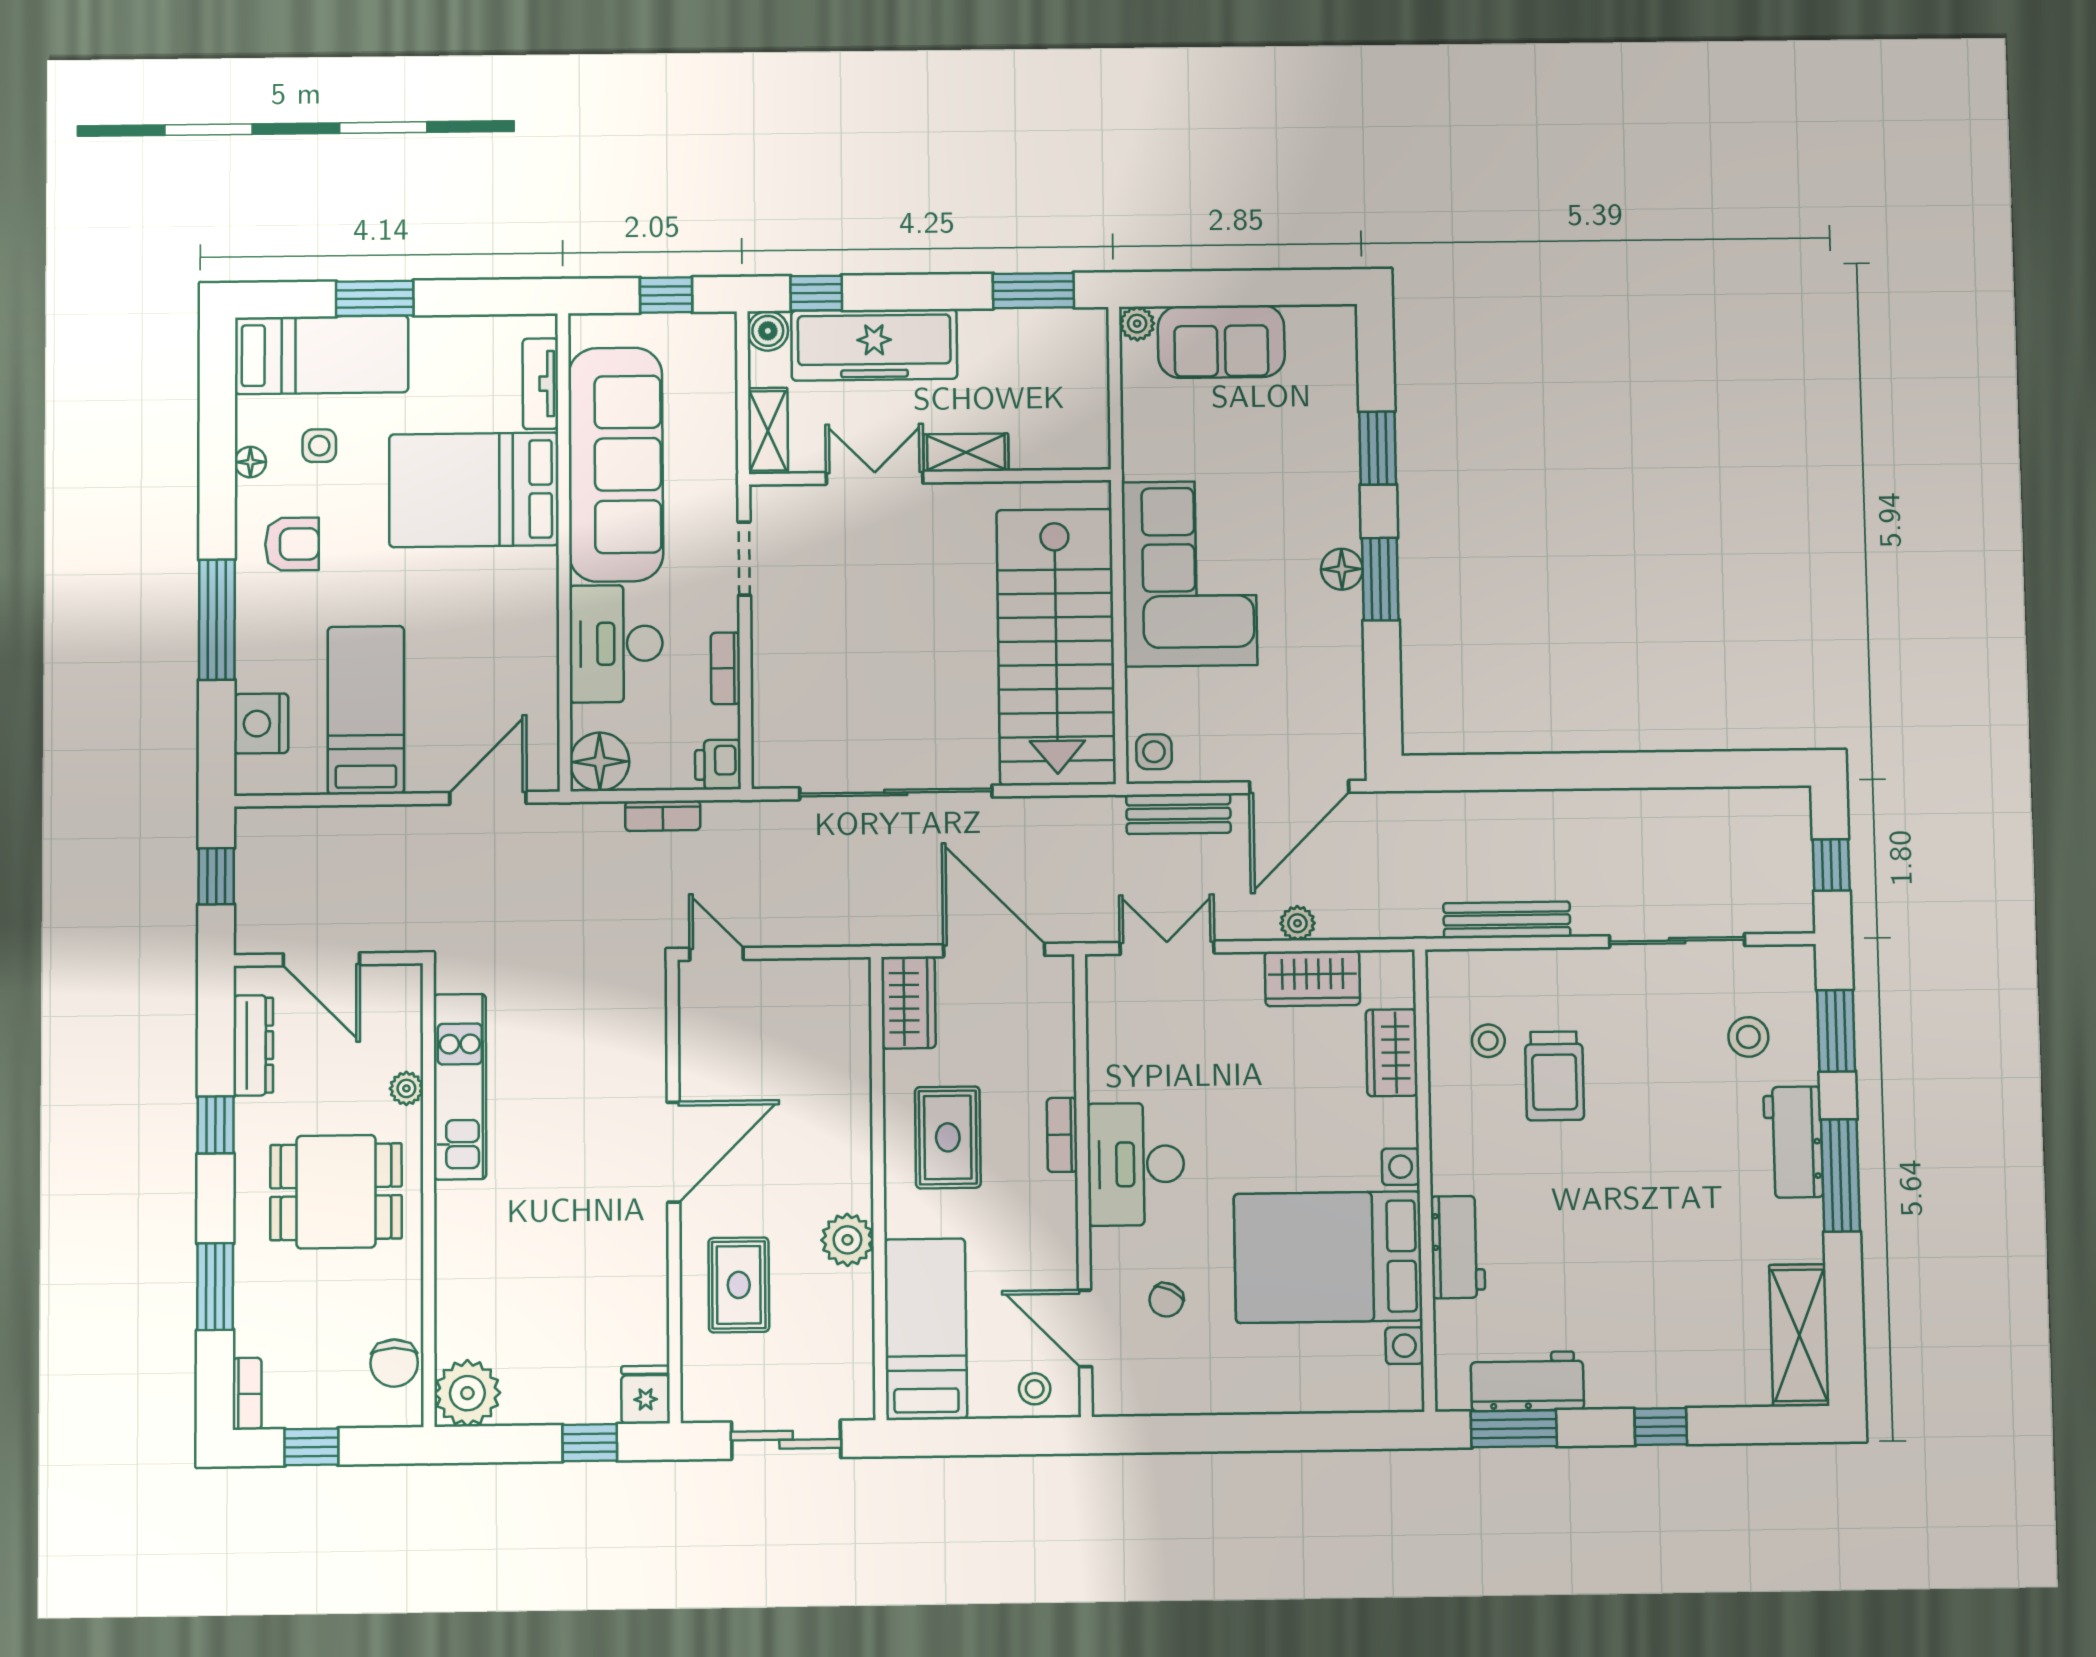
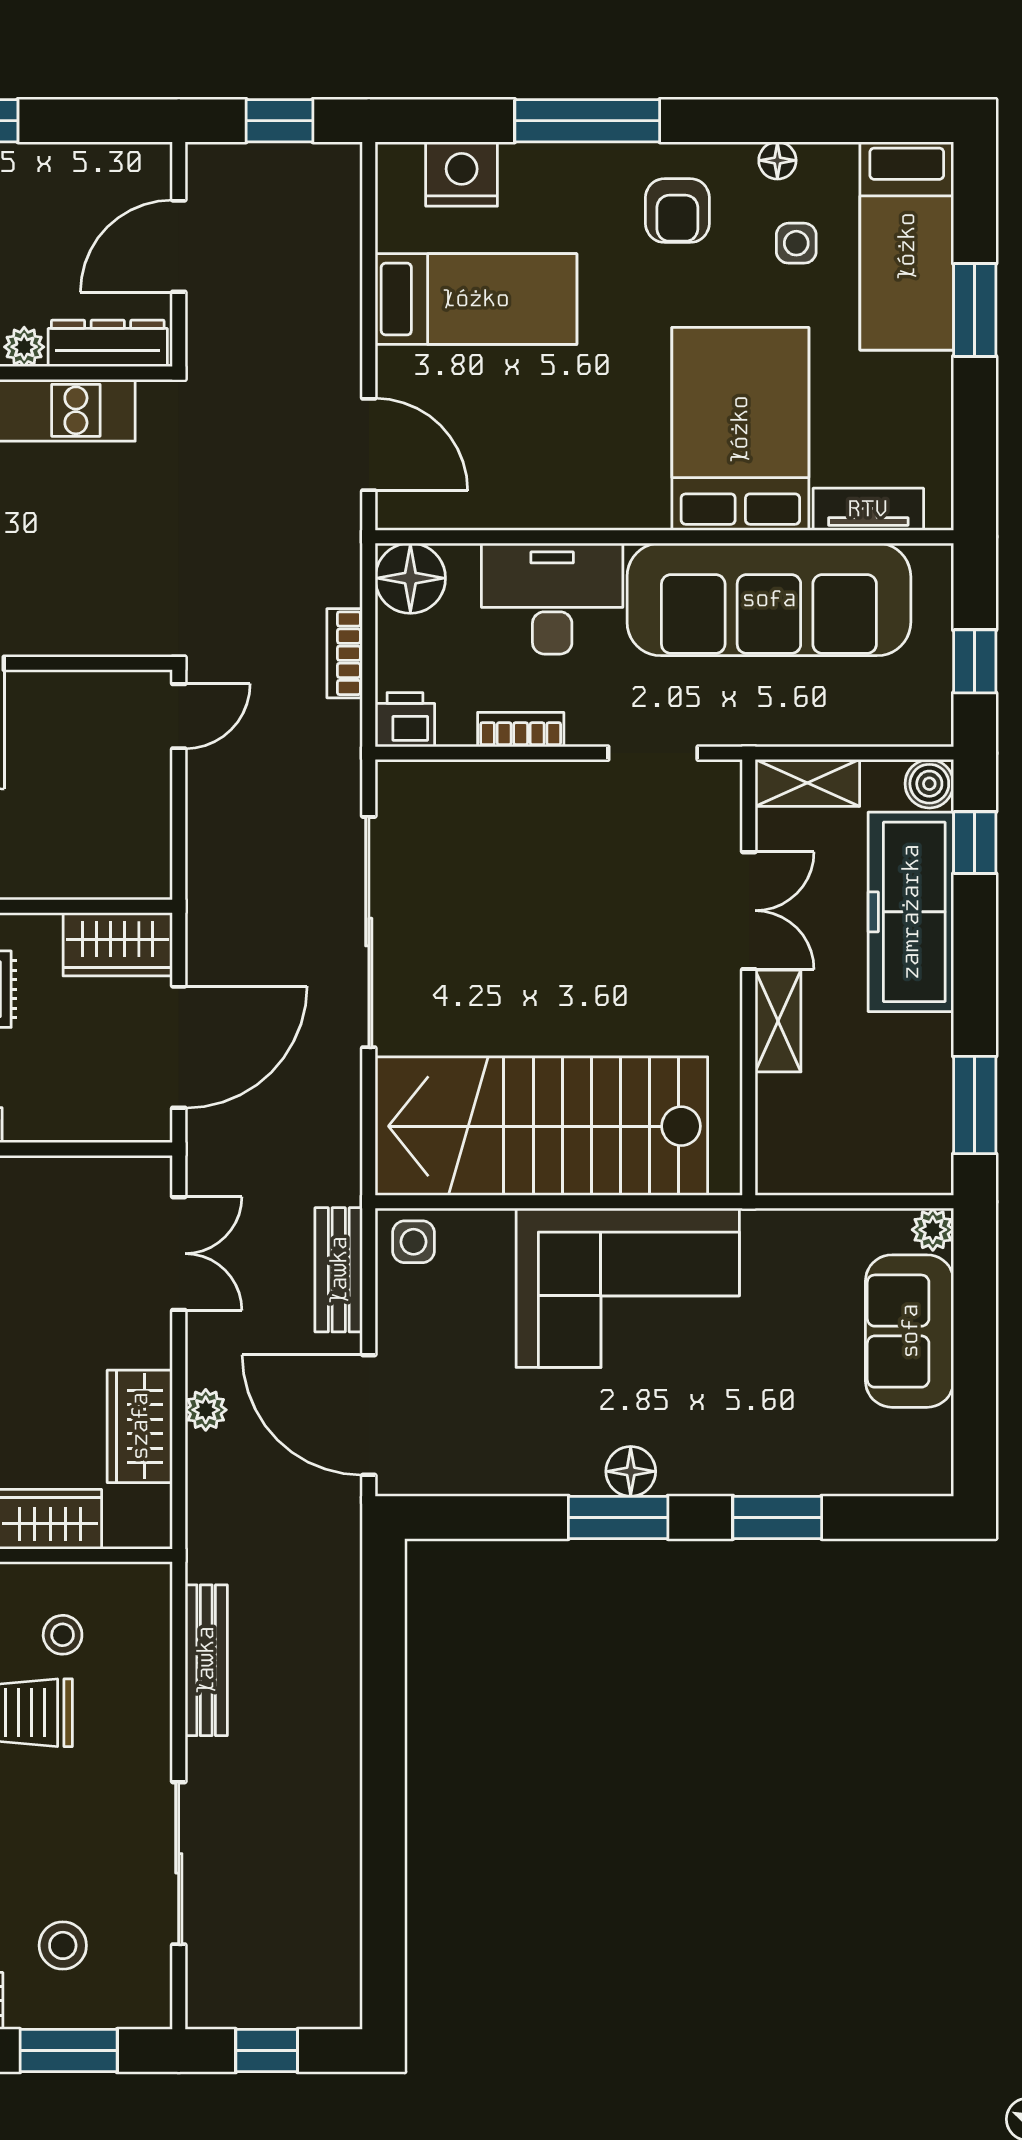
dresser: (253, 1045) -> (108, 343), moved, turned 180

